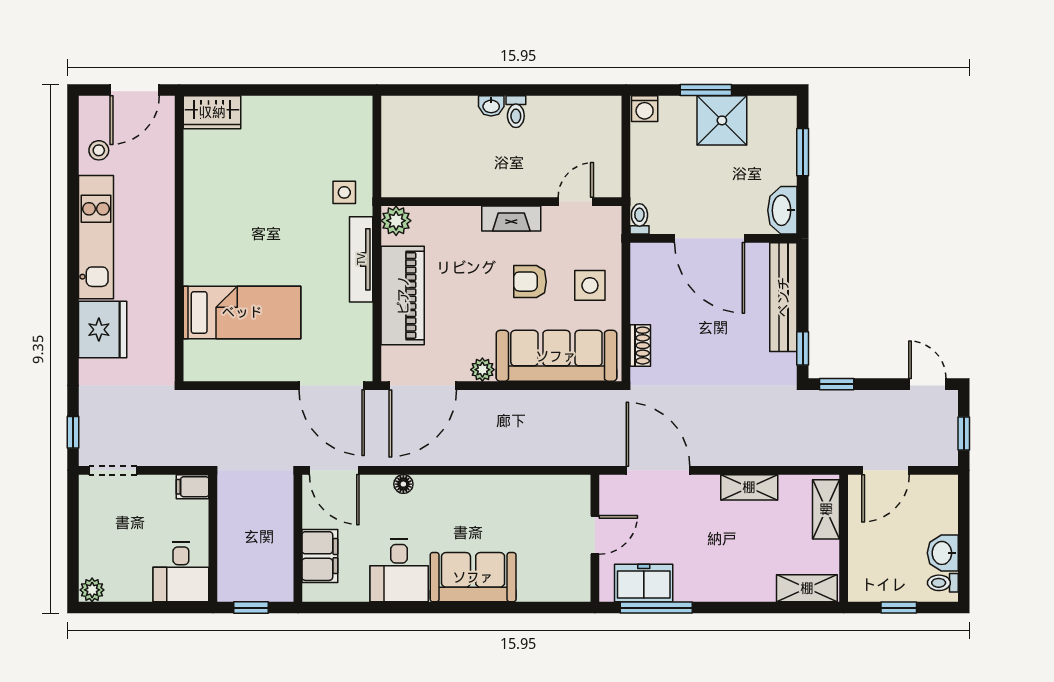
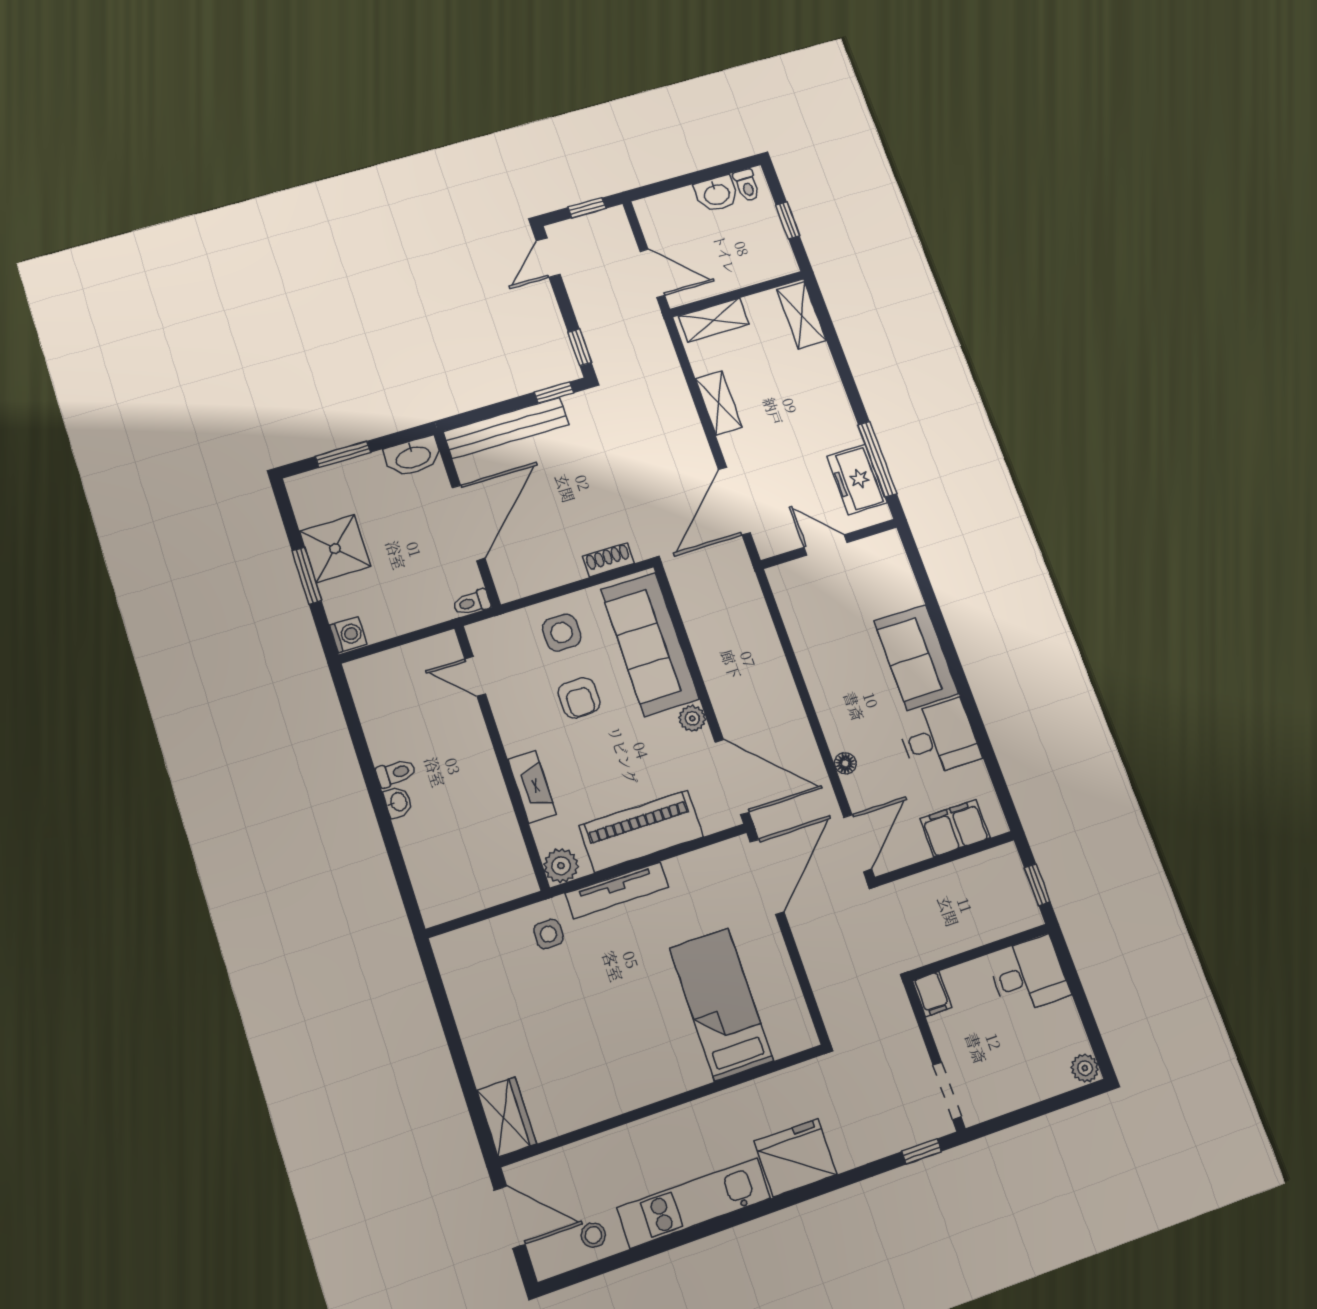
fireplace: (511, 218) -> (532, 787), moved

